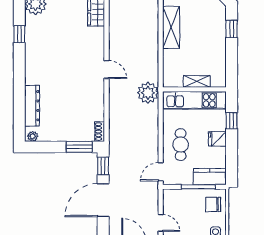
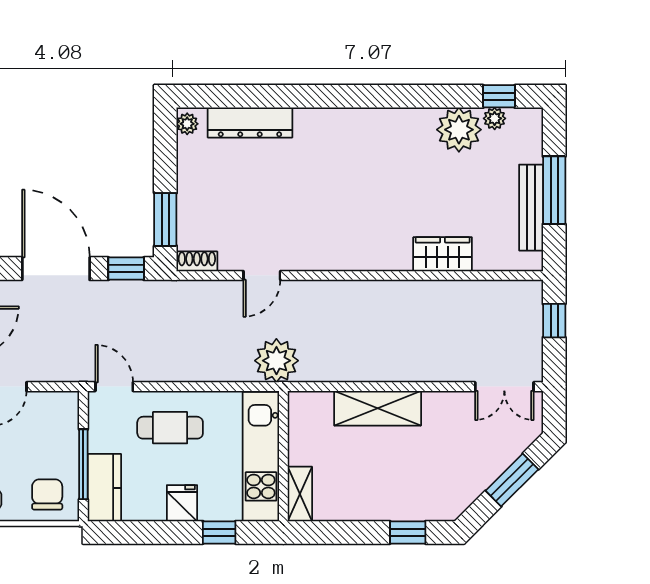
shelving: (171, 27) -> (378, 408), moved
window: (19, 34) -> (397, 96), removed
door: (107, 69) -> (262, 275), moved
shelving: (197, 81) -> (300, 494), moved

